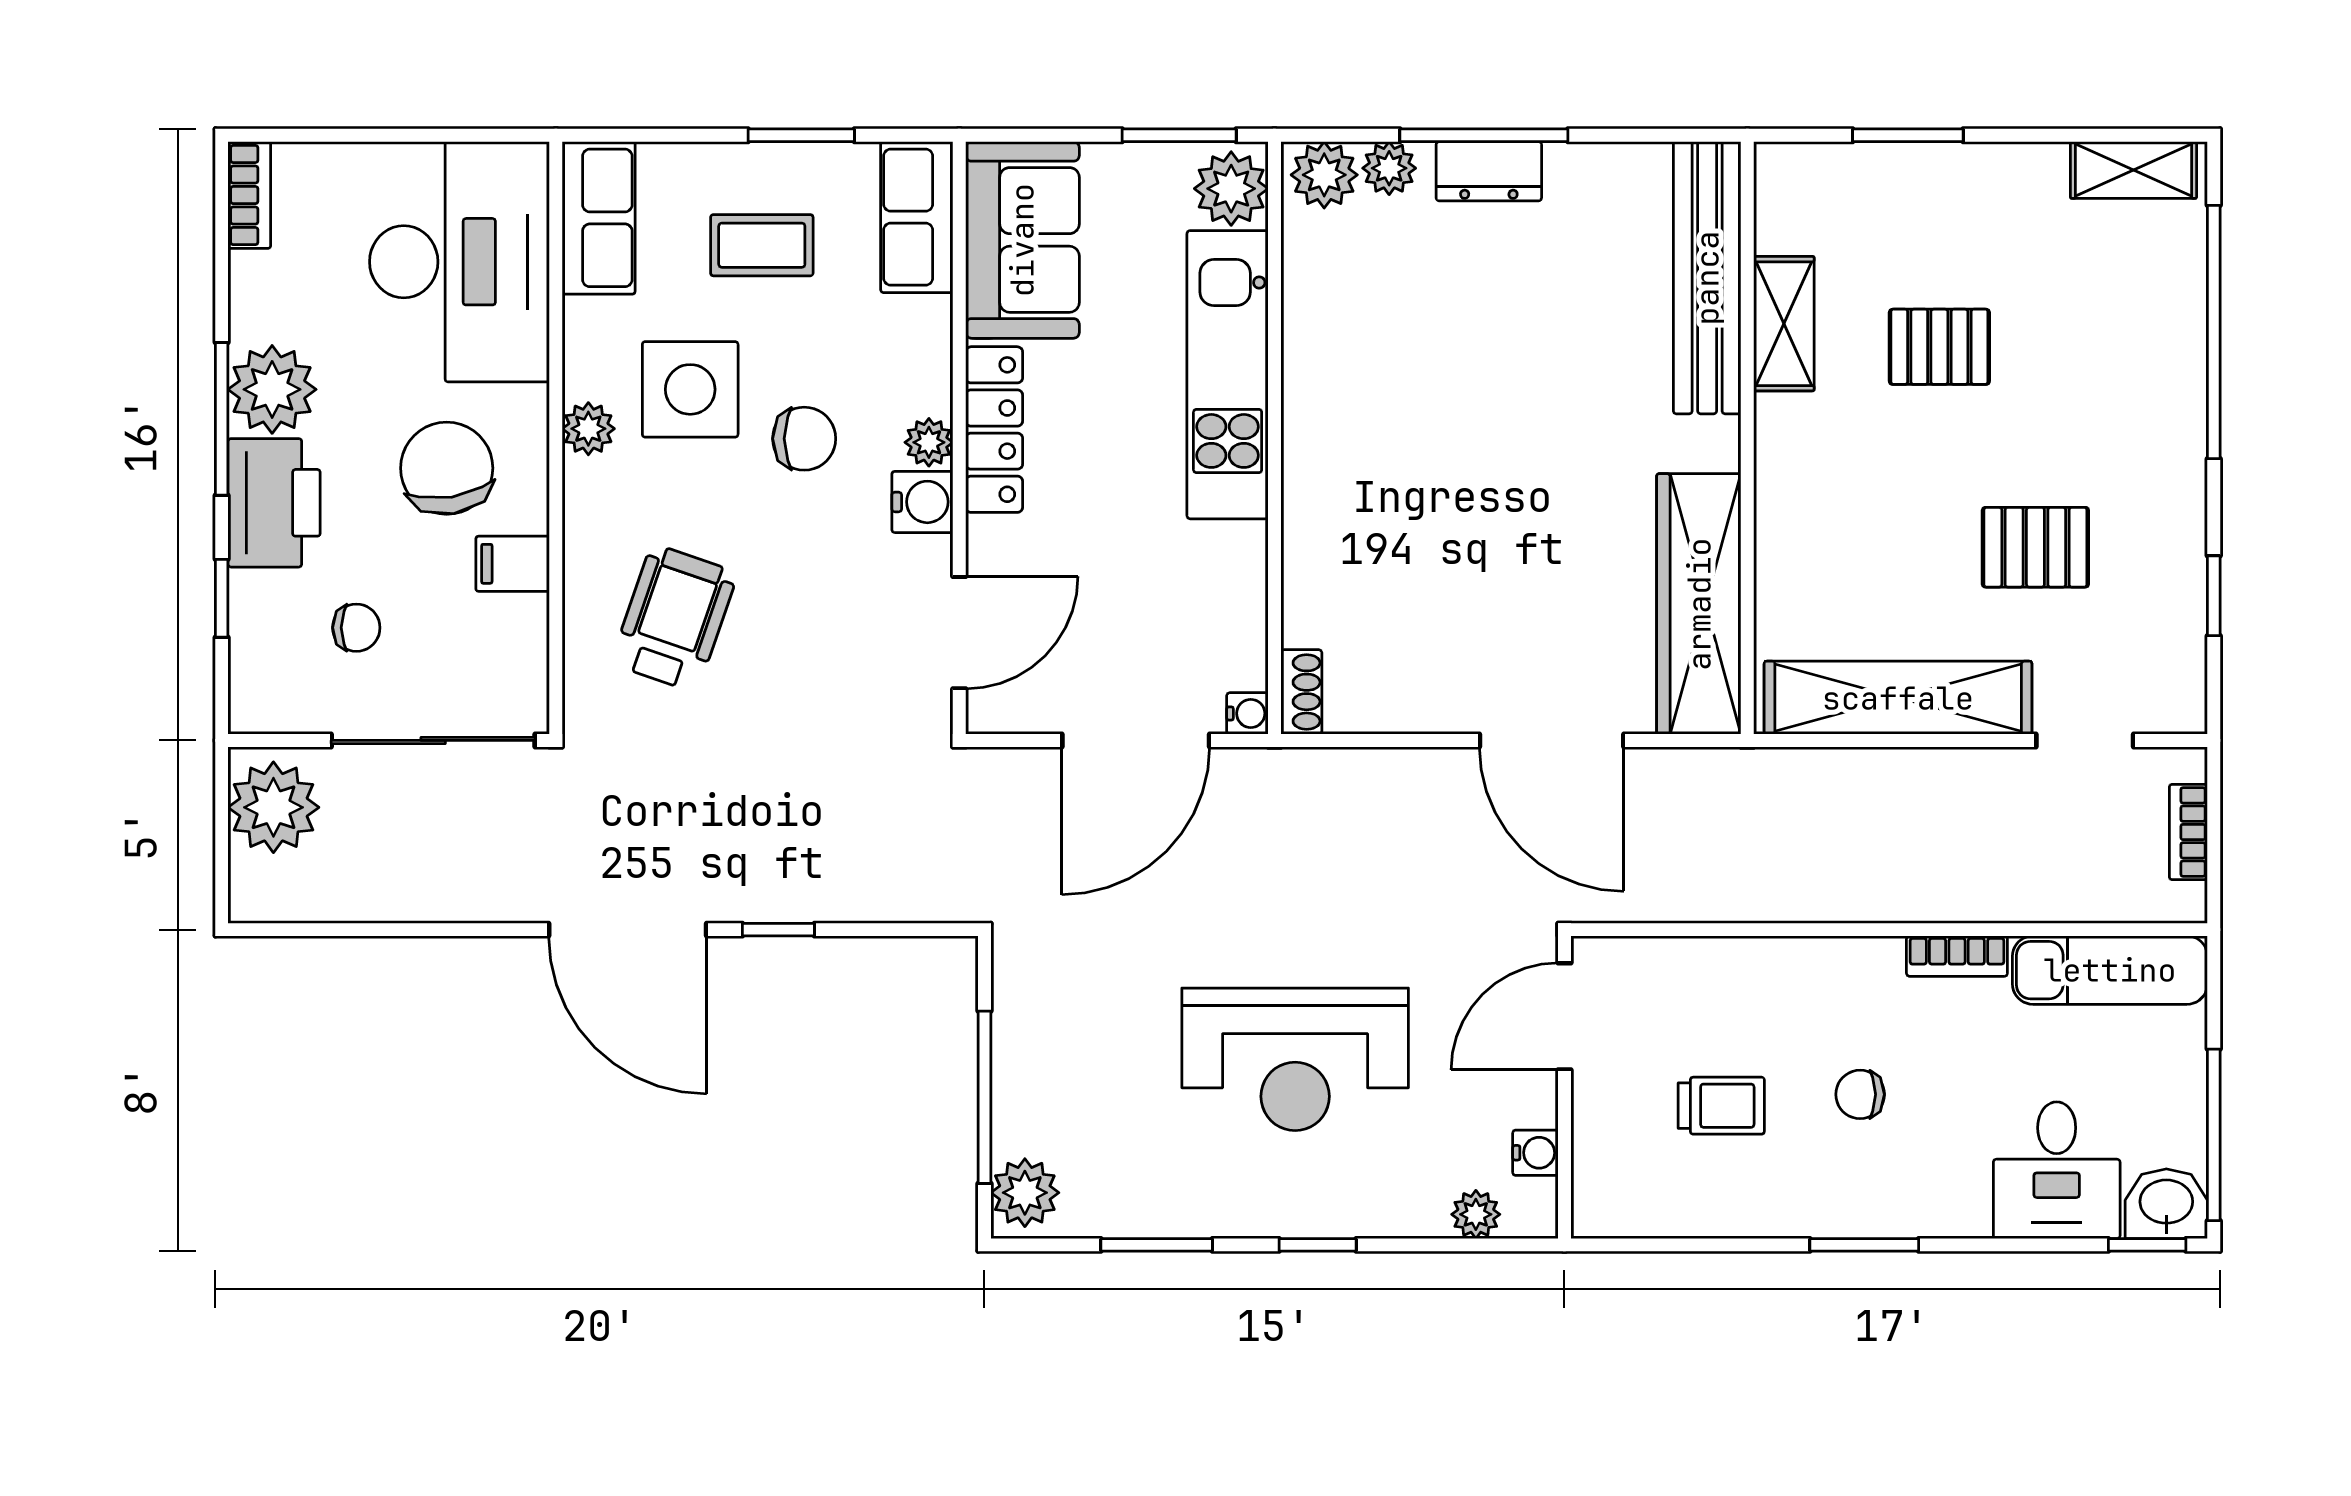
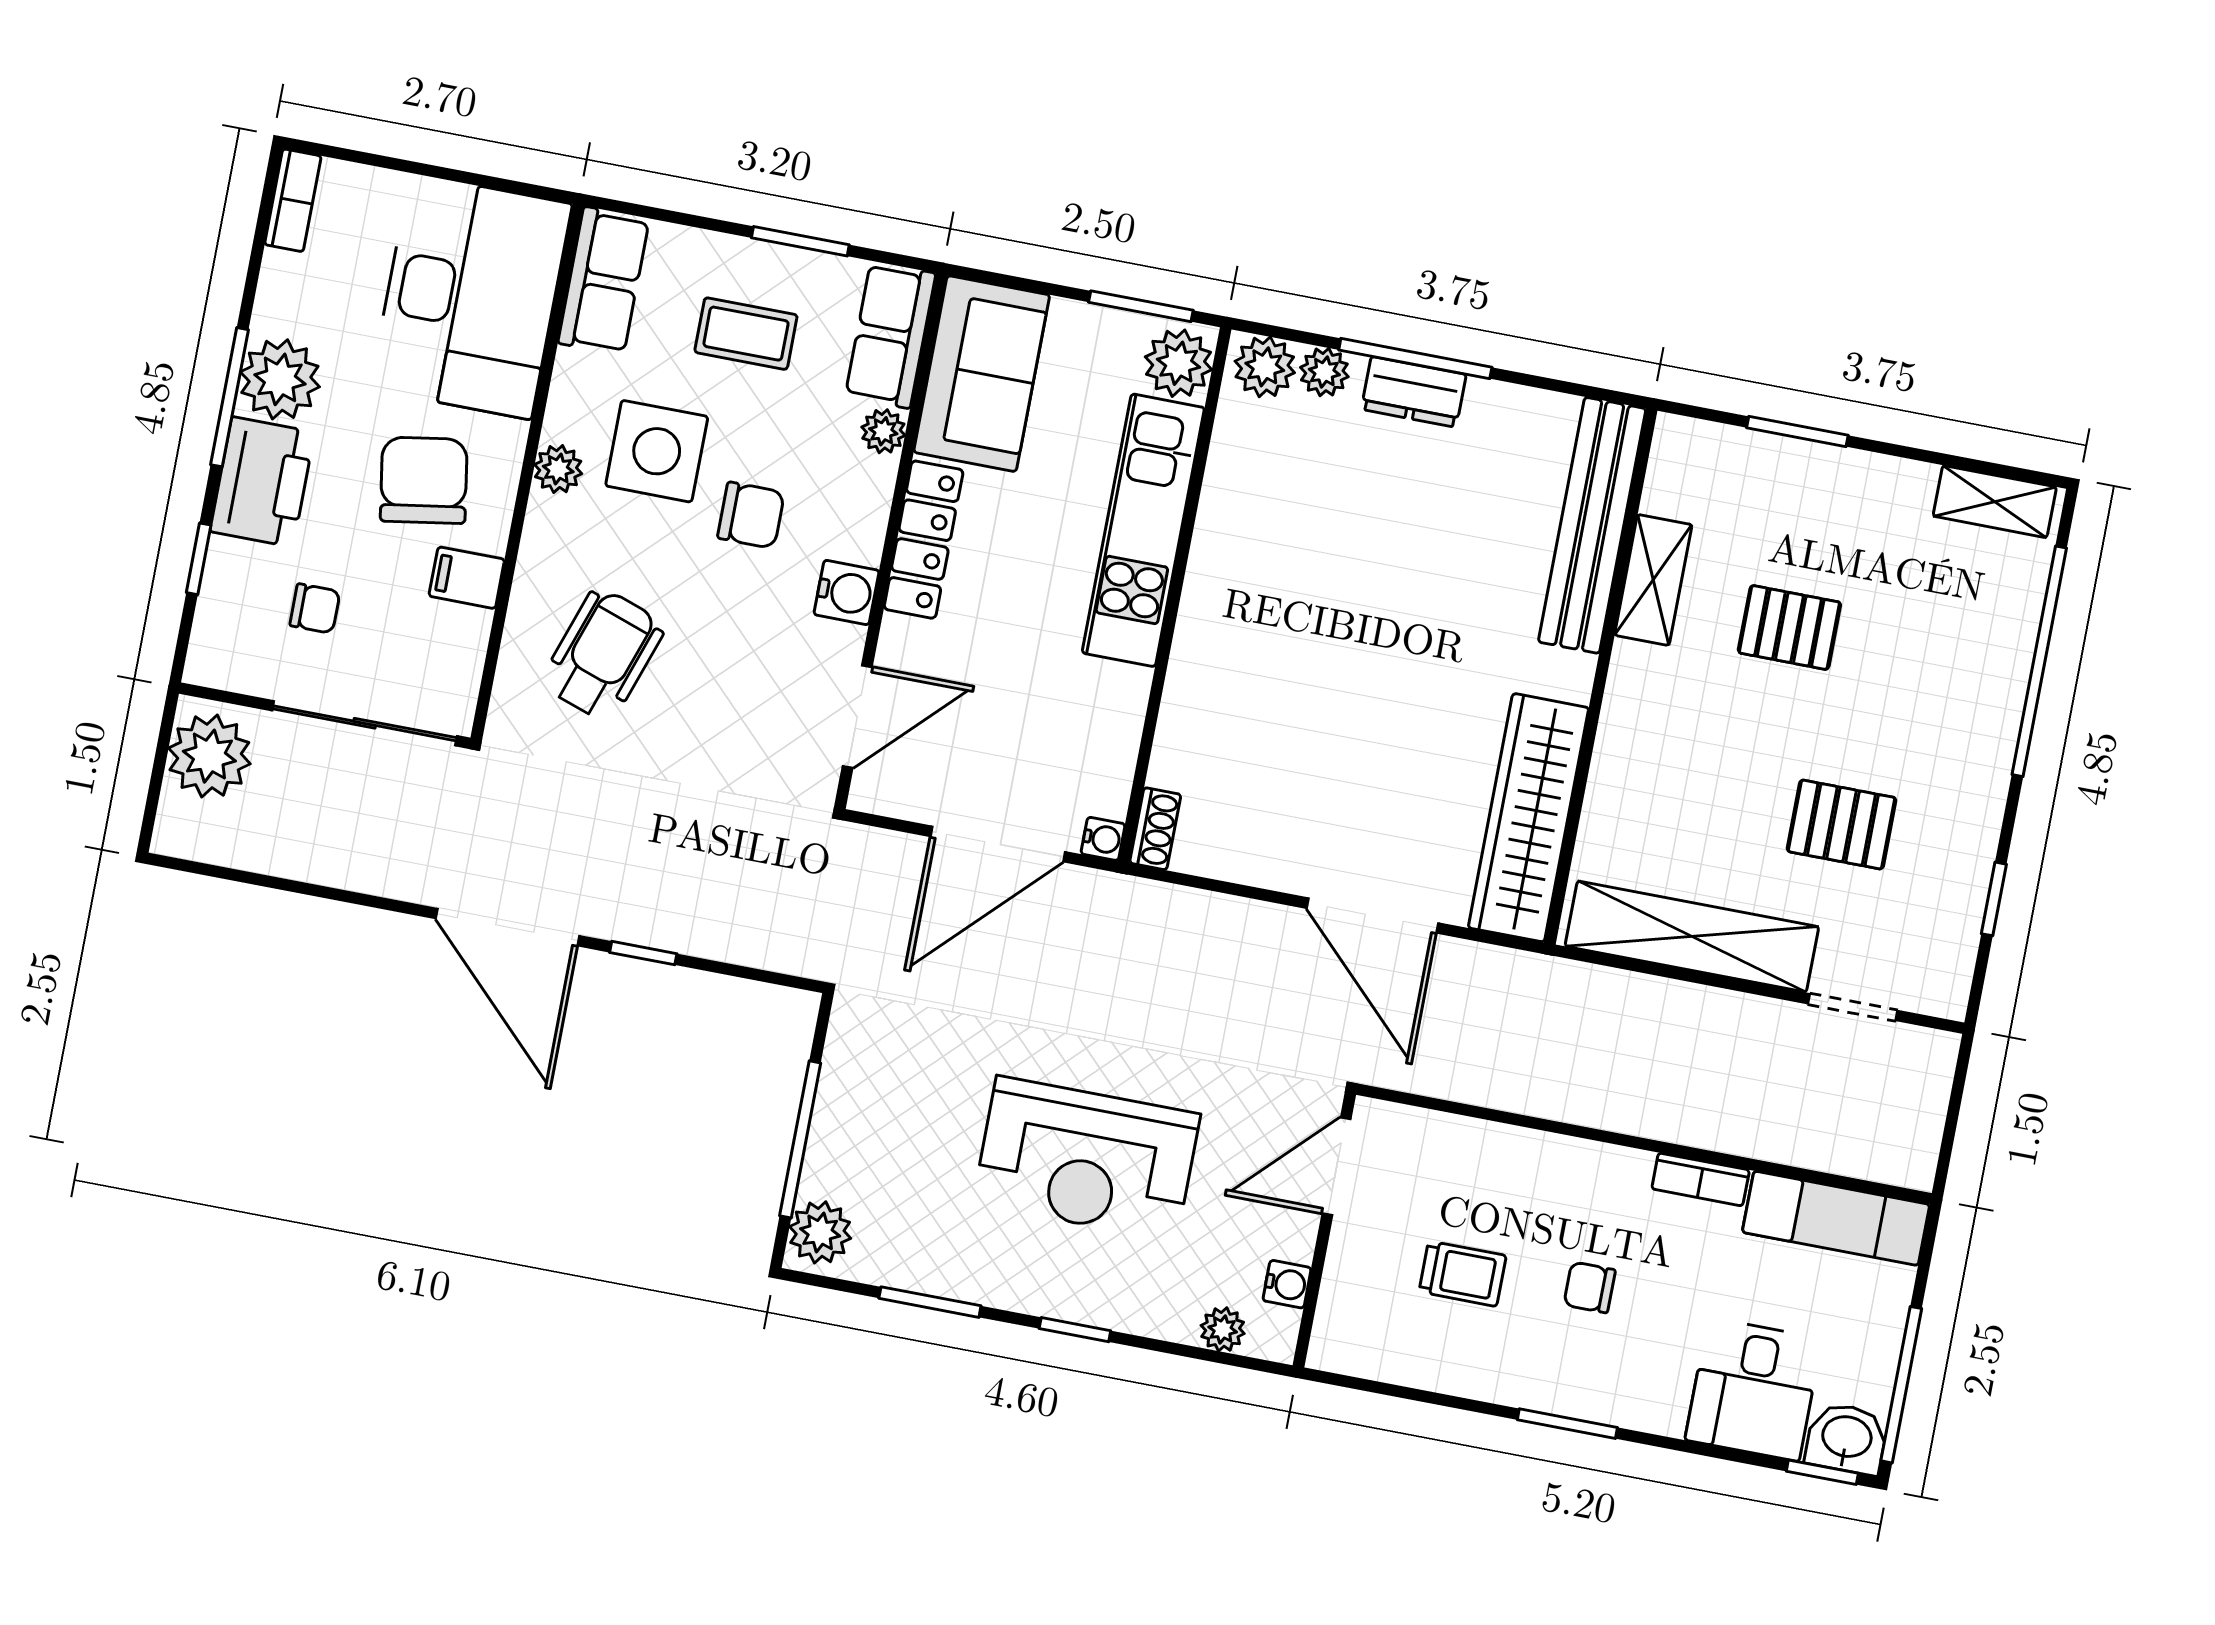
plant: (929, 442) -> (883, 431), moved
bookcase: (2188, 832) -> (1930, 1107), removed

